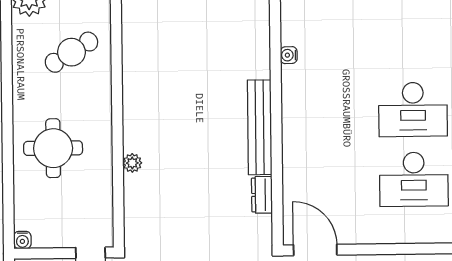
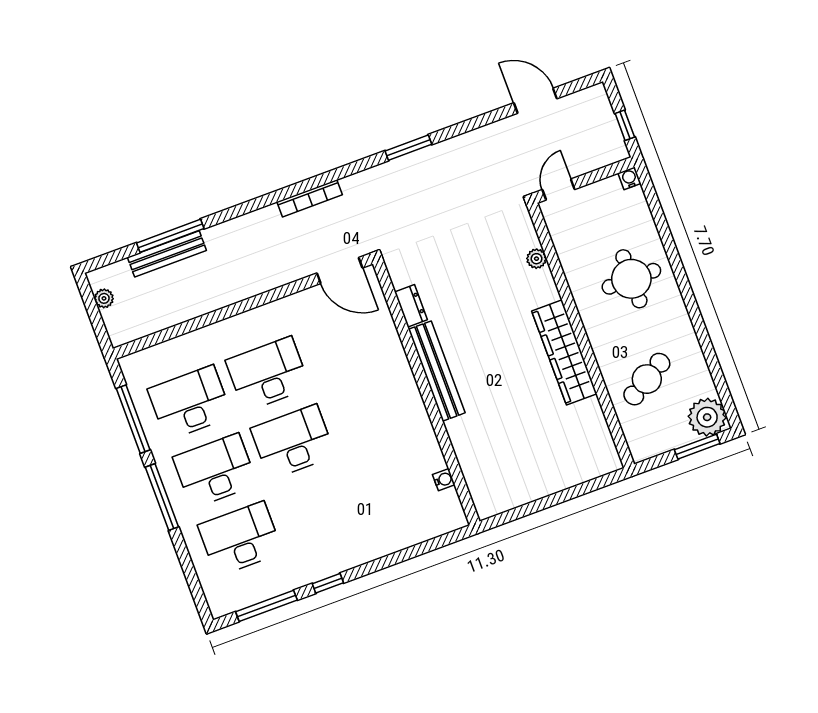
water cooler: (289, 55) -> (444, 480), moved
wardrobe: (138, 103) -> (564, 352), added
plant: (132, 163) -> (537, 259), moved

